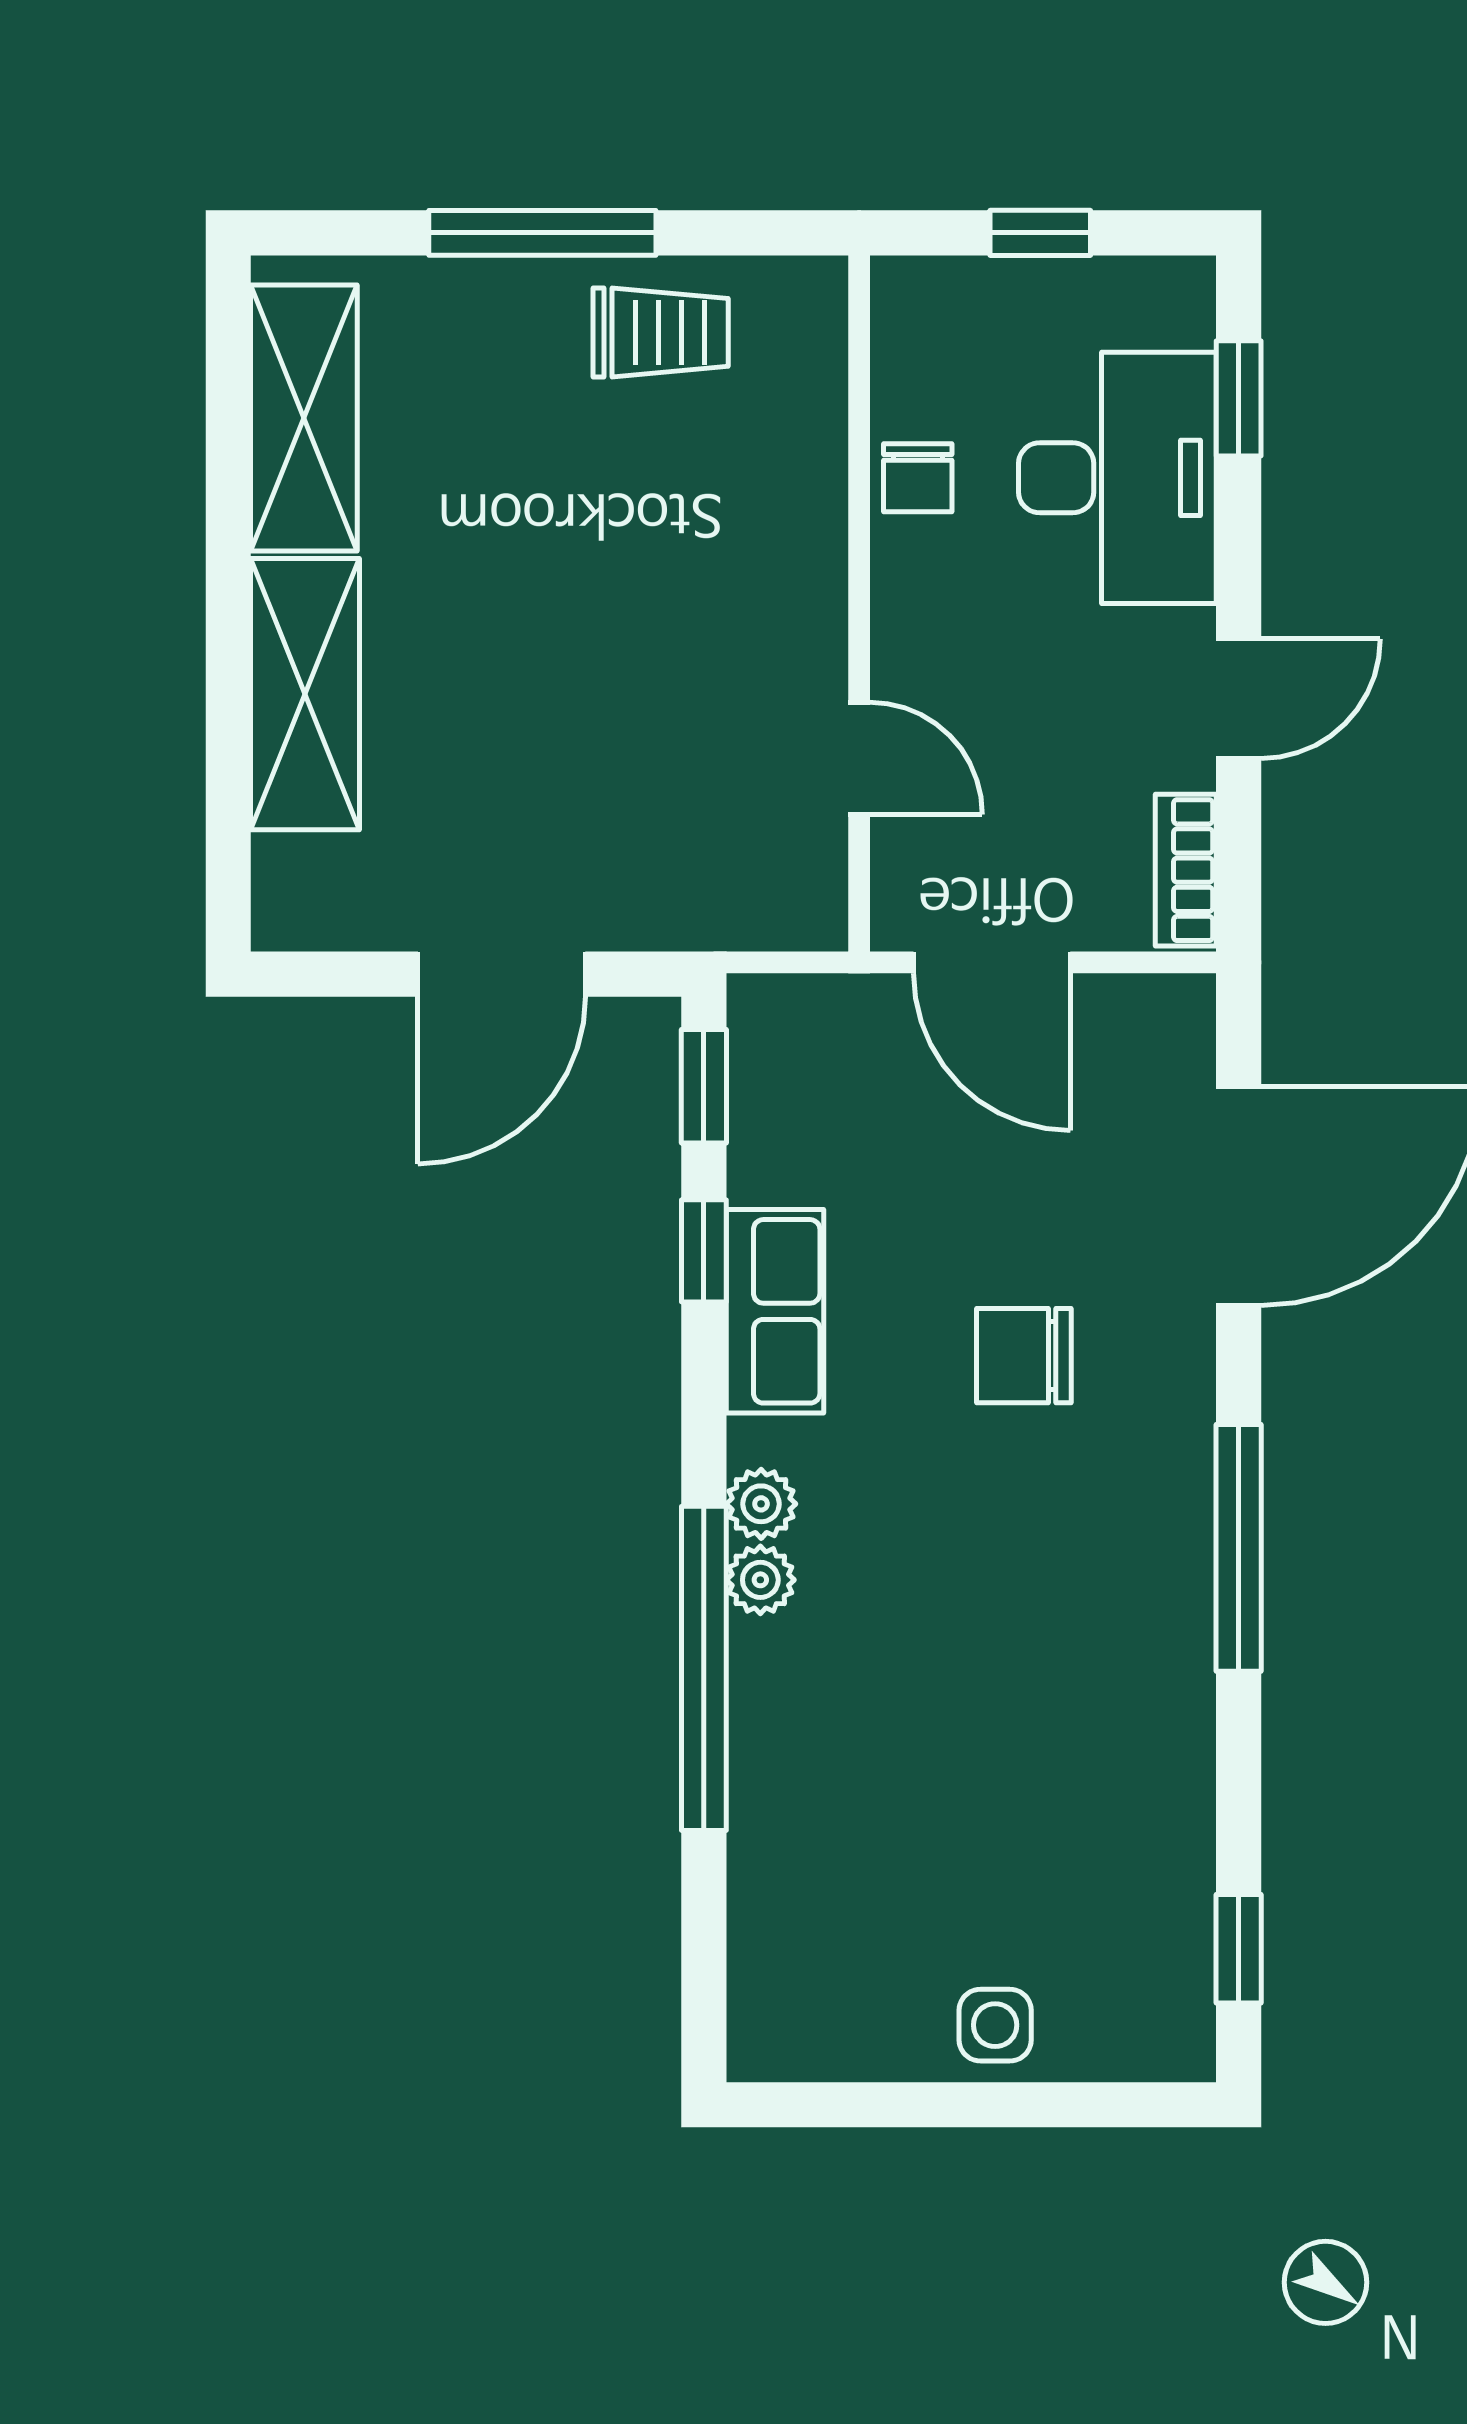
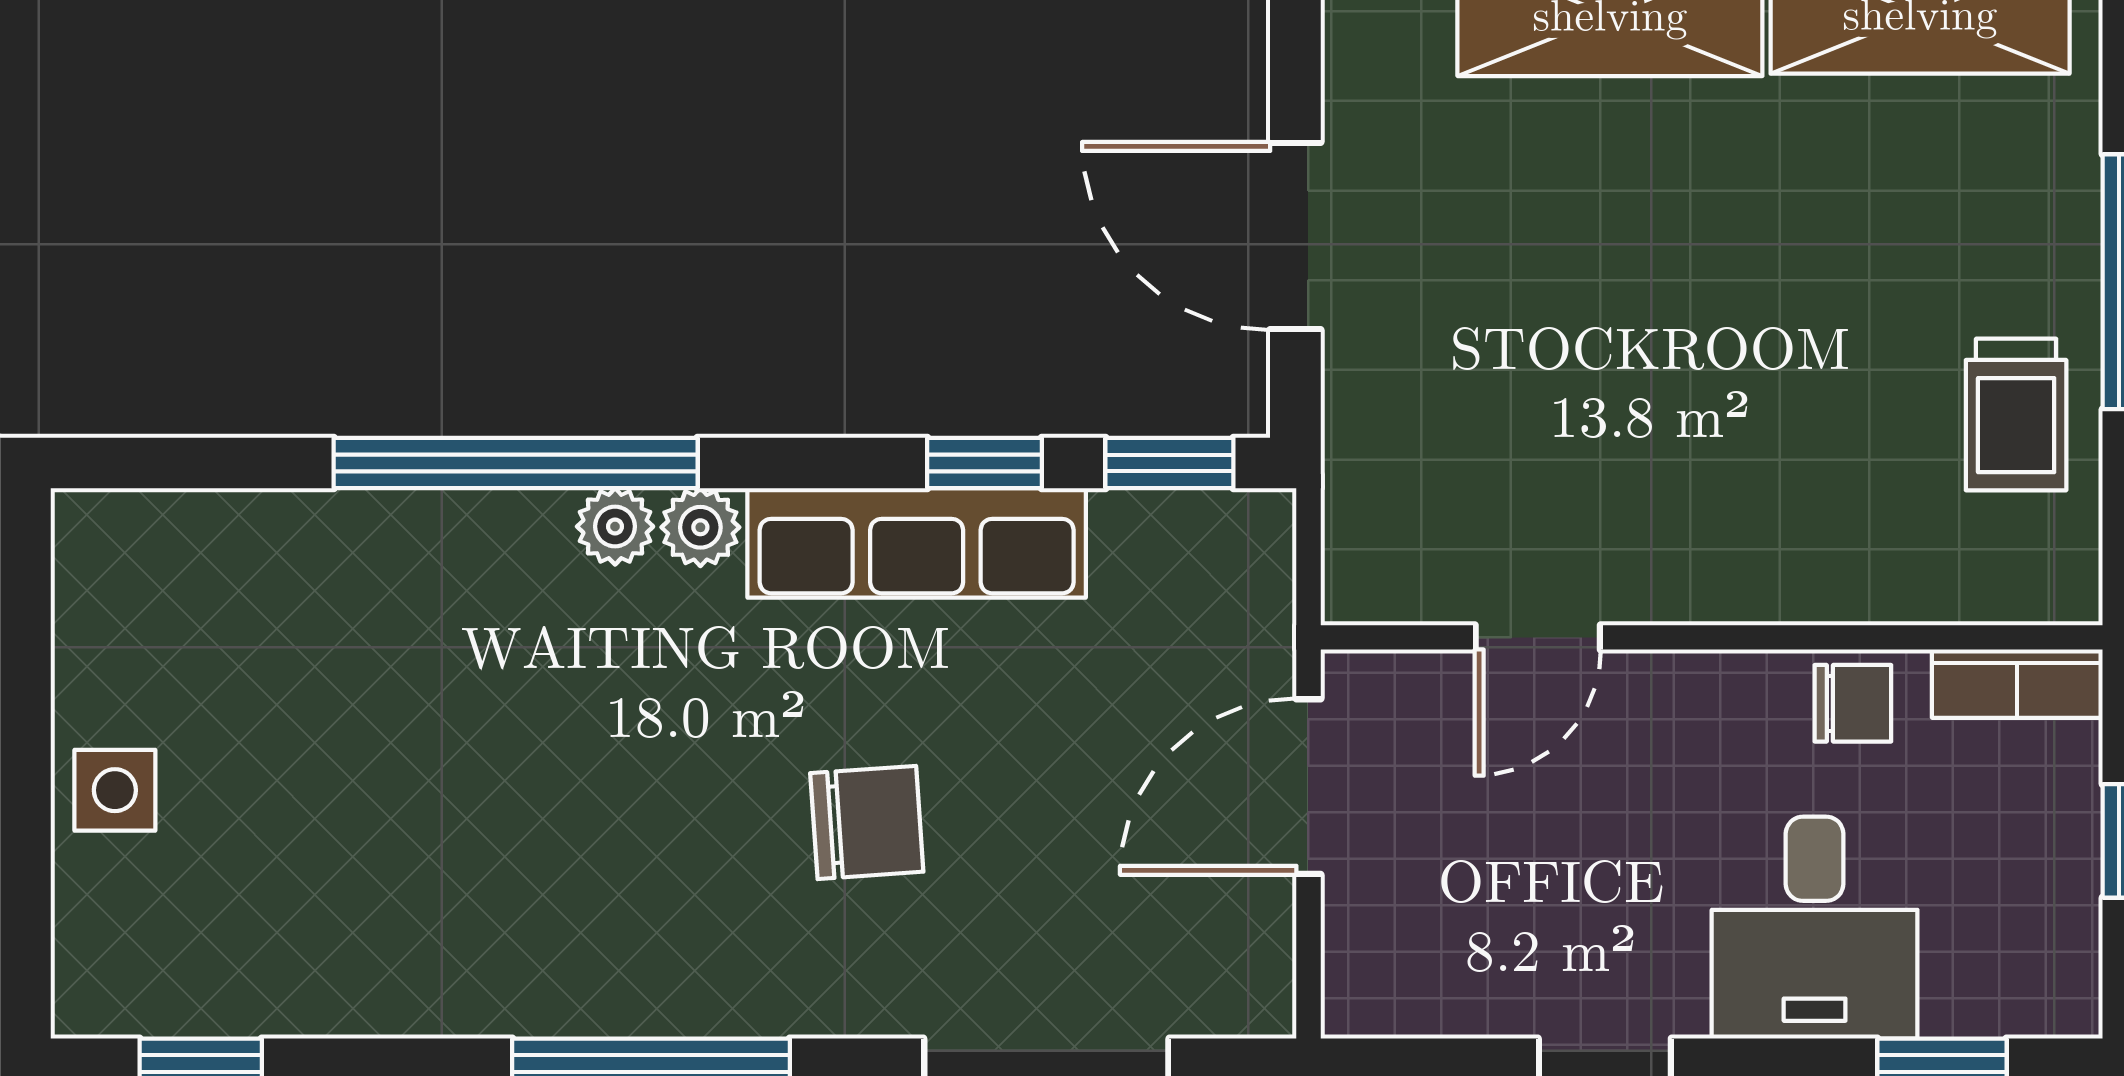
chair: (918, 478) -> (1853, 703), turned 180
desk: (1117, 478) -> (1815, 928), width x0.73
bookcase: (1186, 870) -> (2017, 684), moved, turned 180
row of seats: (775, 1311) -> (917, 543), width x1.48
chair: (1024, 1356) -> (867, 822), turned 86

